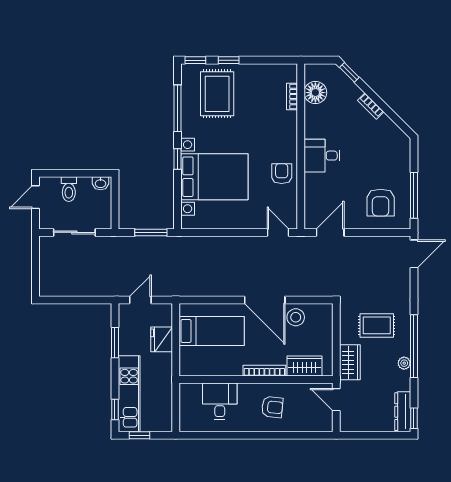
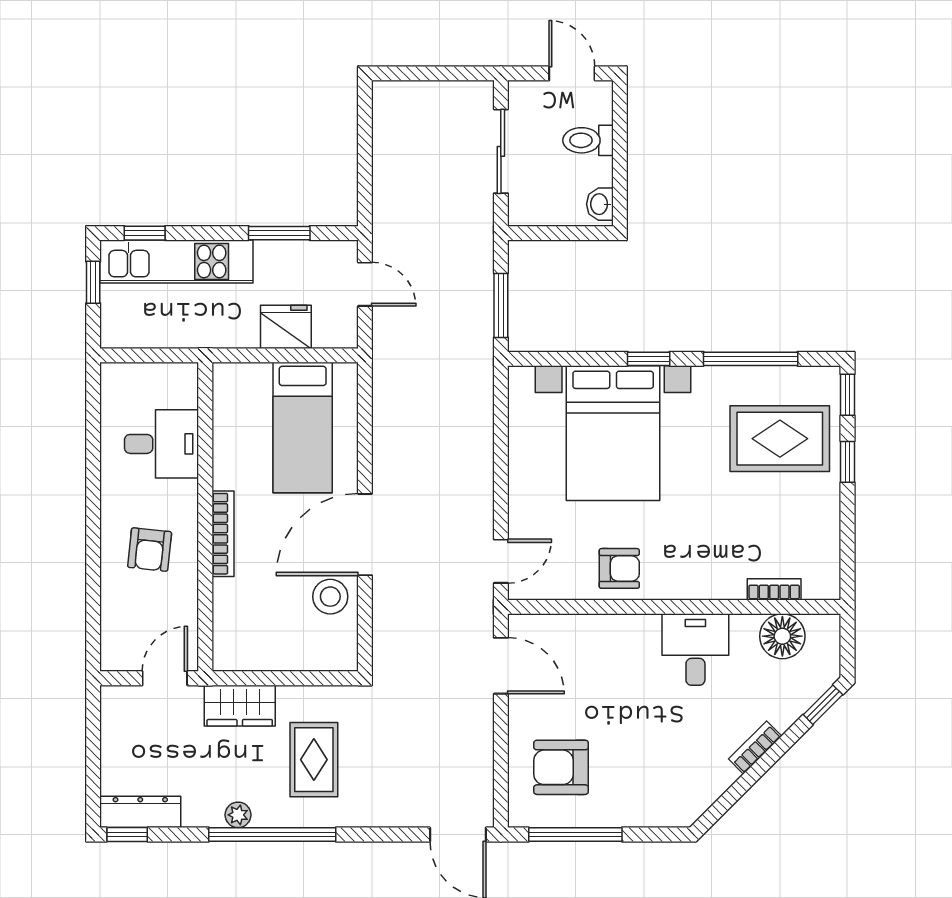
desk: (322, 156) -> (695, 650), moved
wardrobe: (305, 366) -> (232, 614), removed

